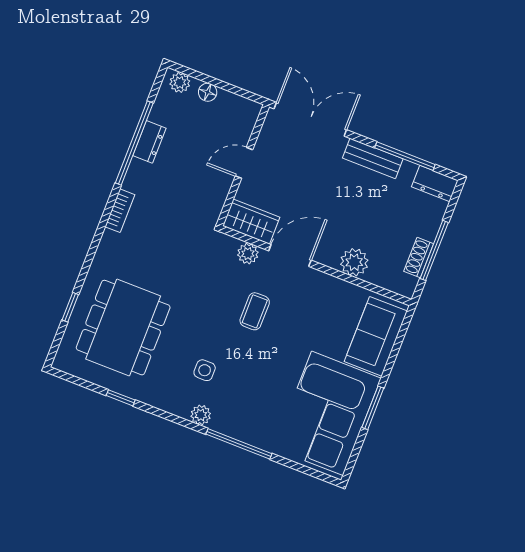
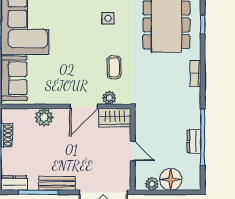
plant: (180, 83) -> (152, 184), moved
floor lamp: (208, 92) -> (171, 179), width x1.89, depth x1.89
door: (244, 163) -> (133, 151), hinge flipped
bookcase: (120, 211) -> (195, 73), moved
coffee table: (255, 311) -> (114, 67), moved

